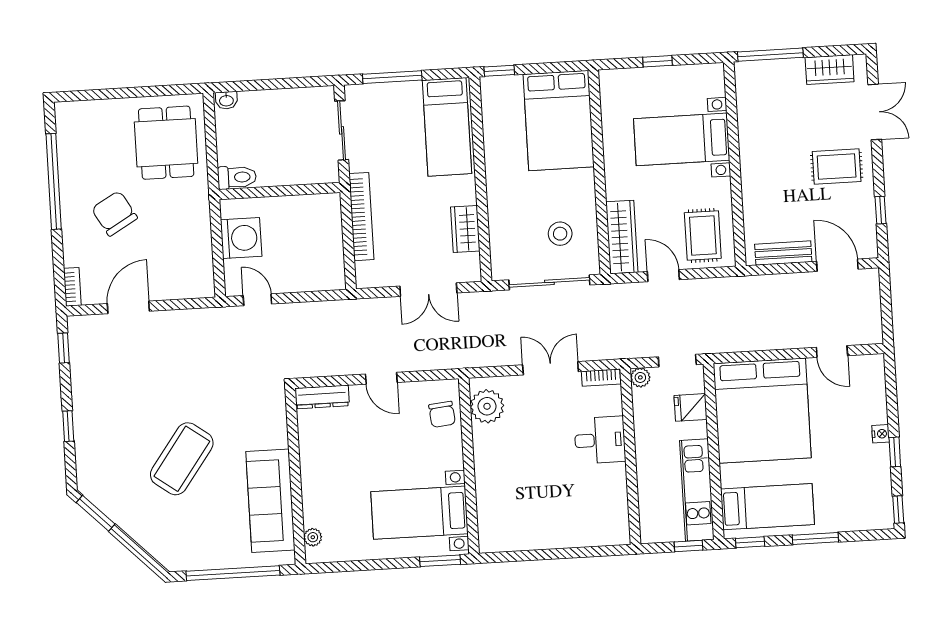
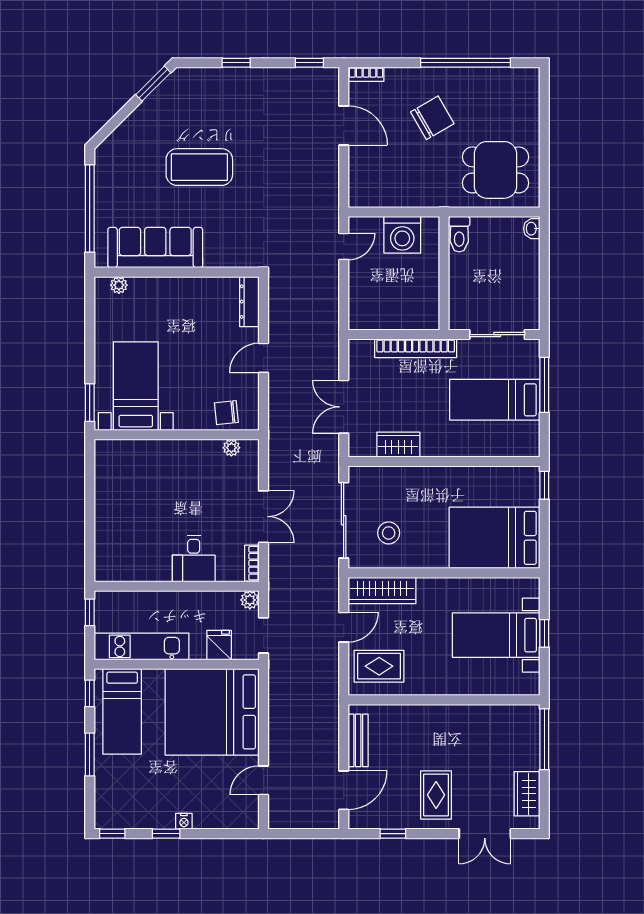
bed: (447, 127) -> (495, 400), moved
bed with nightstands: (682, 139) -> (496, 635), moved, turned -90
plant: (487, 406) -> (231, 448), width x0.53, depth x0.53
coffee table: (182, 459) -> (199, 167), turned -36
window: (689, 546) -> (90, 612), moved

